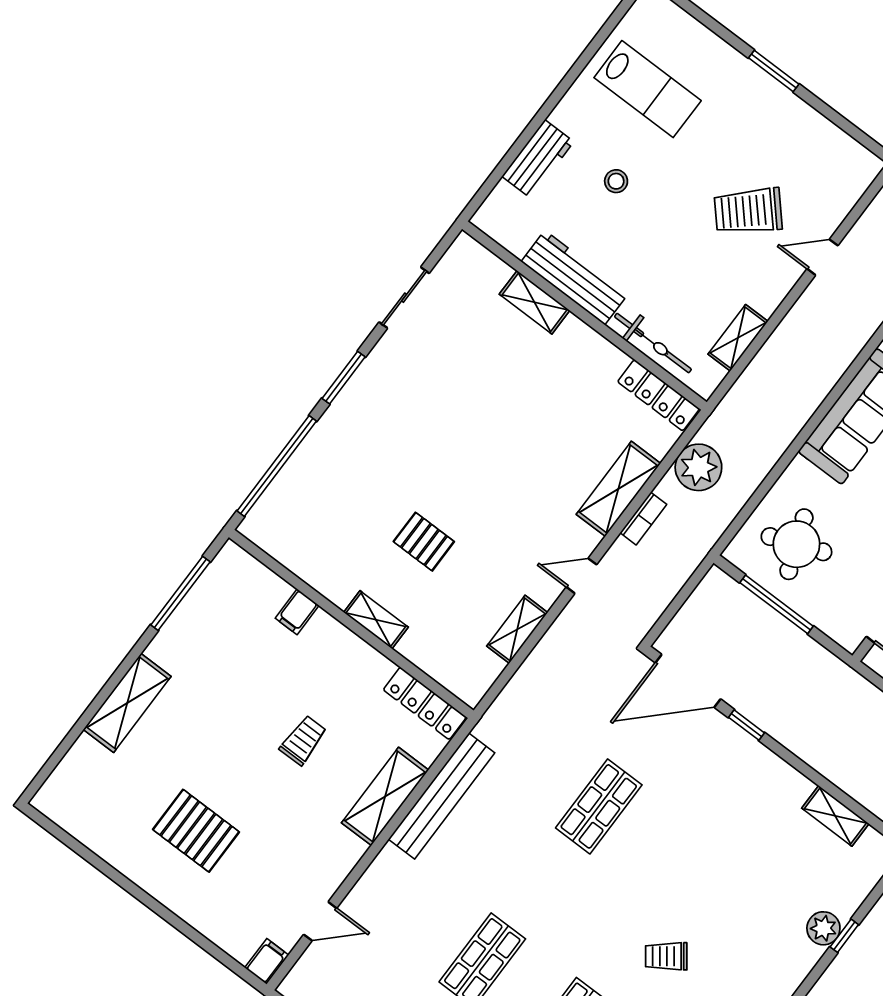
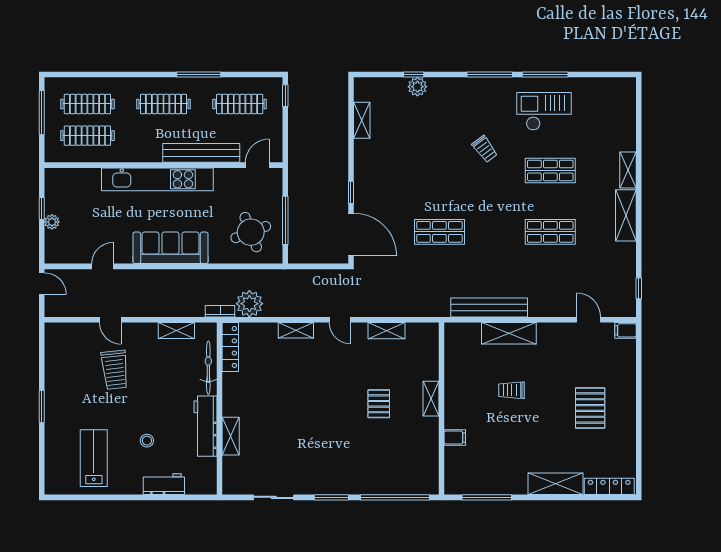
trolley: (748, 211) -> (115, 370), turned 36
shelving: (618, 489) -> (296, 330), width x0.67, depth x0.75
bookcase: (643, 519) -> (220, 311), moved
locker: (425, 703) -> (609, 486), moved, turned -90

